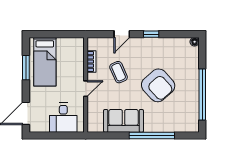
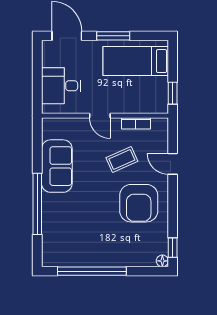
window: (69, 34) -> (173, 93), added
window: (151, 34) -> (173, 248), moved
window: (26, 68) -> (113, 36), moved
armchair: (158, 85) -> (139, 203), moved, turned -48

